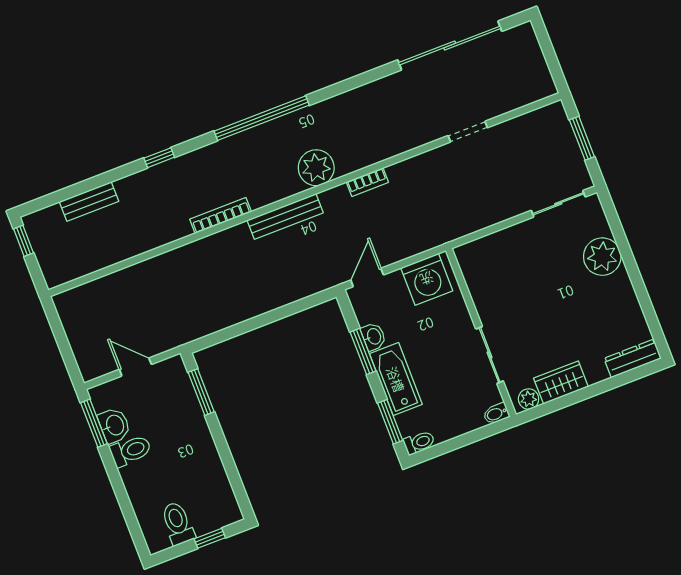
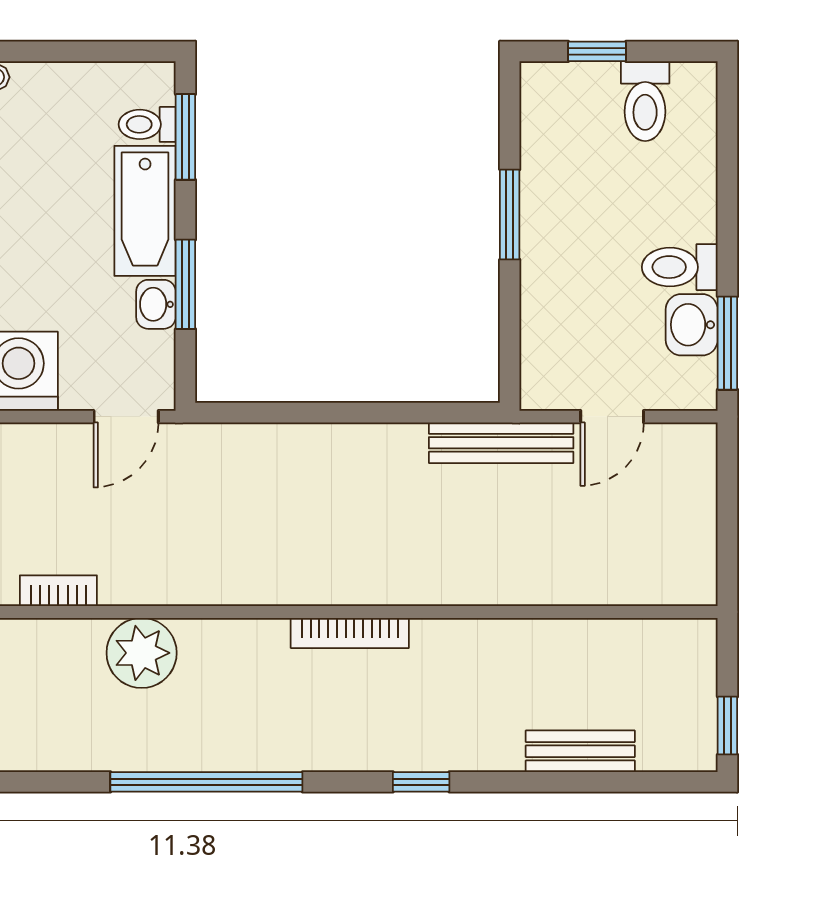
bench: (285, 216) -> (501, 443), moved
door: (135, 367) -> (612, 417), hinge flipped
window: (201, 392) -> (510, 215), moved
toilet: (419, 442) -> (147, 124), moved

